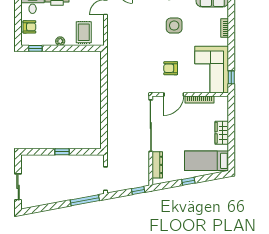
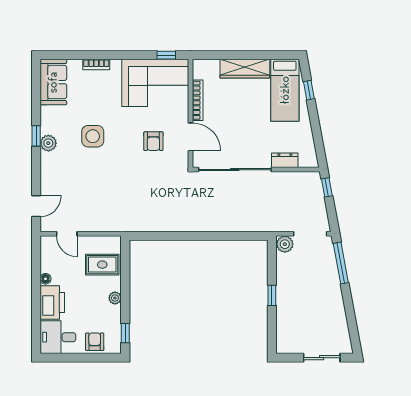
wardrobe: (222, 133) -> (245, 69), width x1.50
plant: (98, 161) -> (285, 244), added
dresser: (157, 165) -> (285, 160), width x0.70
window: (188, 181) -> (309, 90), moved

